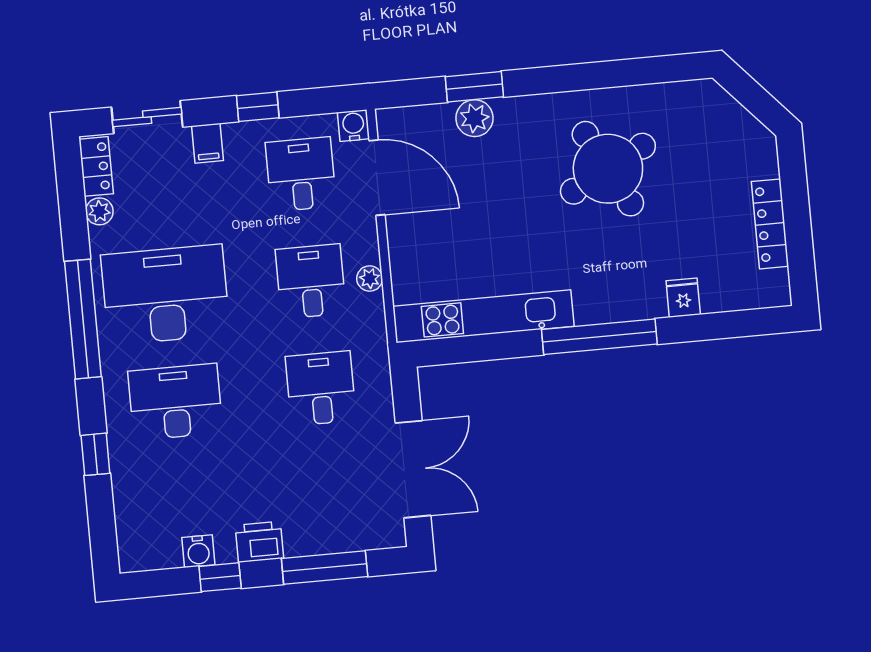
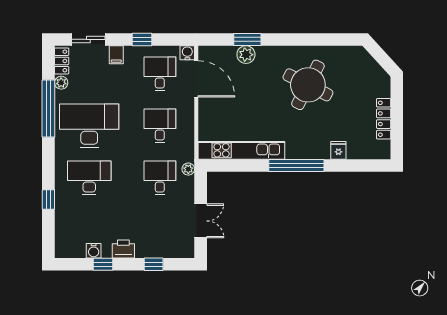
round table: (608, 169) -> (308, 85), turned -35
plant: (370, 278) -> (188, 169), moved
window: (83, 319) -> (48, 108), moved
double door: (413, 469) -> (201, 221), width x0.73
window: (325, 567) -> (154, 264), width x0.46

